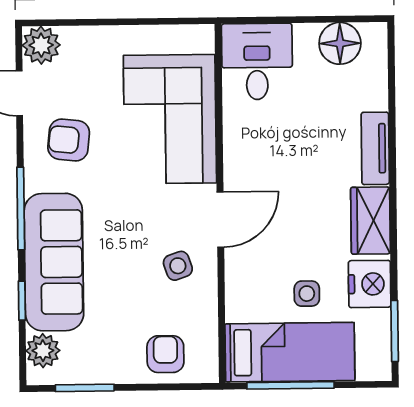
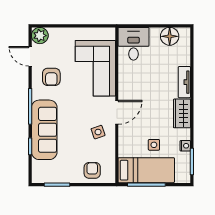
armchair: (69, 140) -> (51, 77), turned -96
nightstand: (370, 284) -> (185, 146), width x0.53, depth x0.56
plant: (43, 351) -> (39, 168), removed

